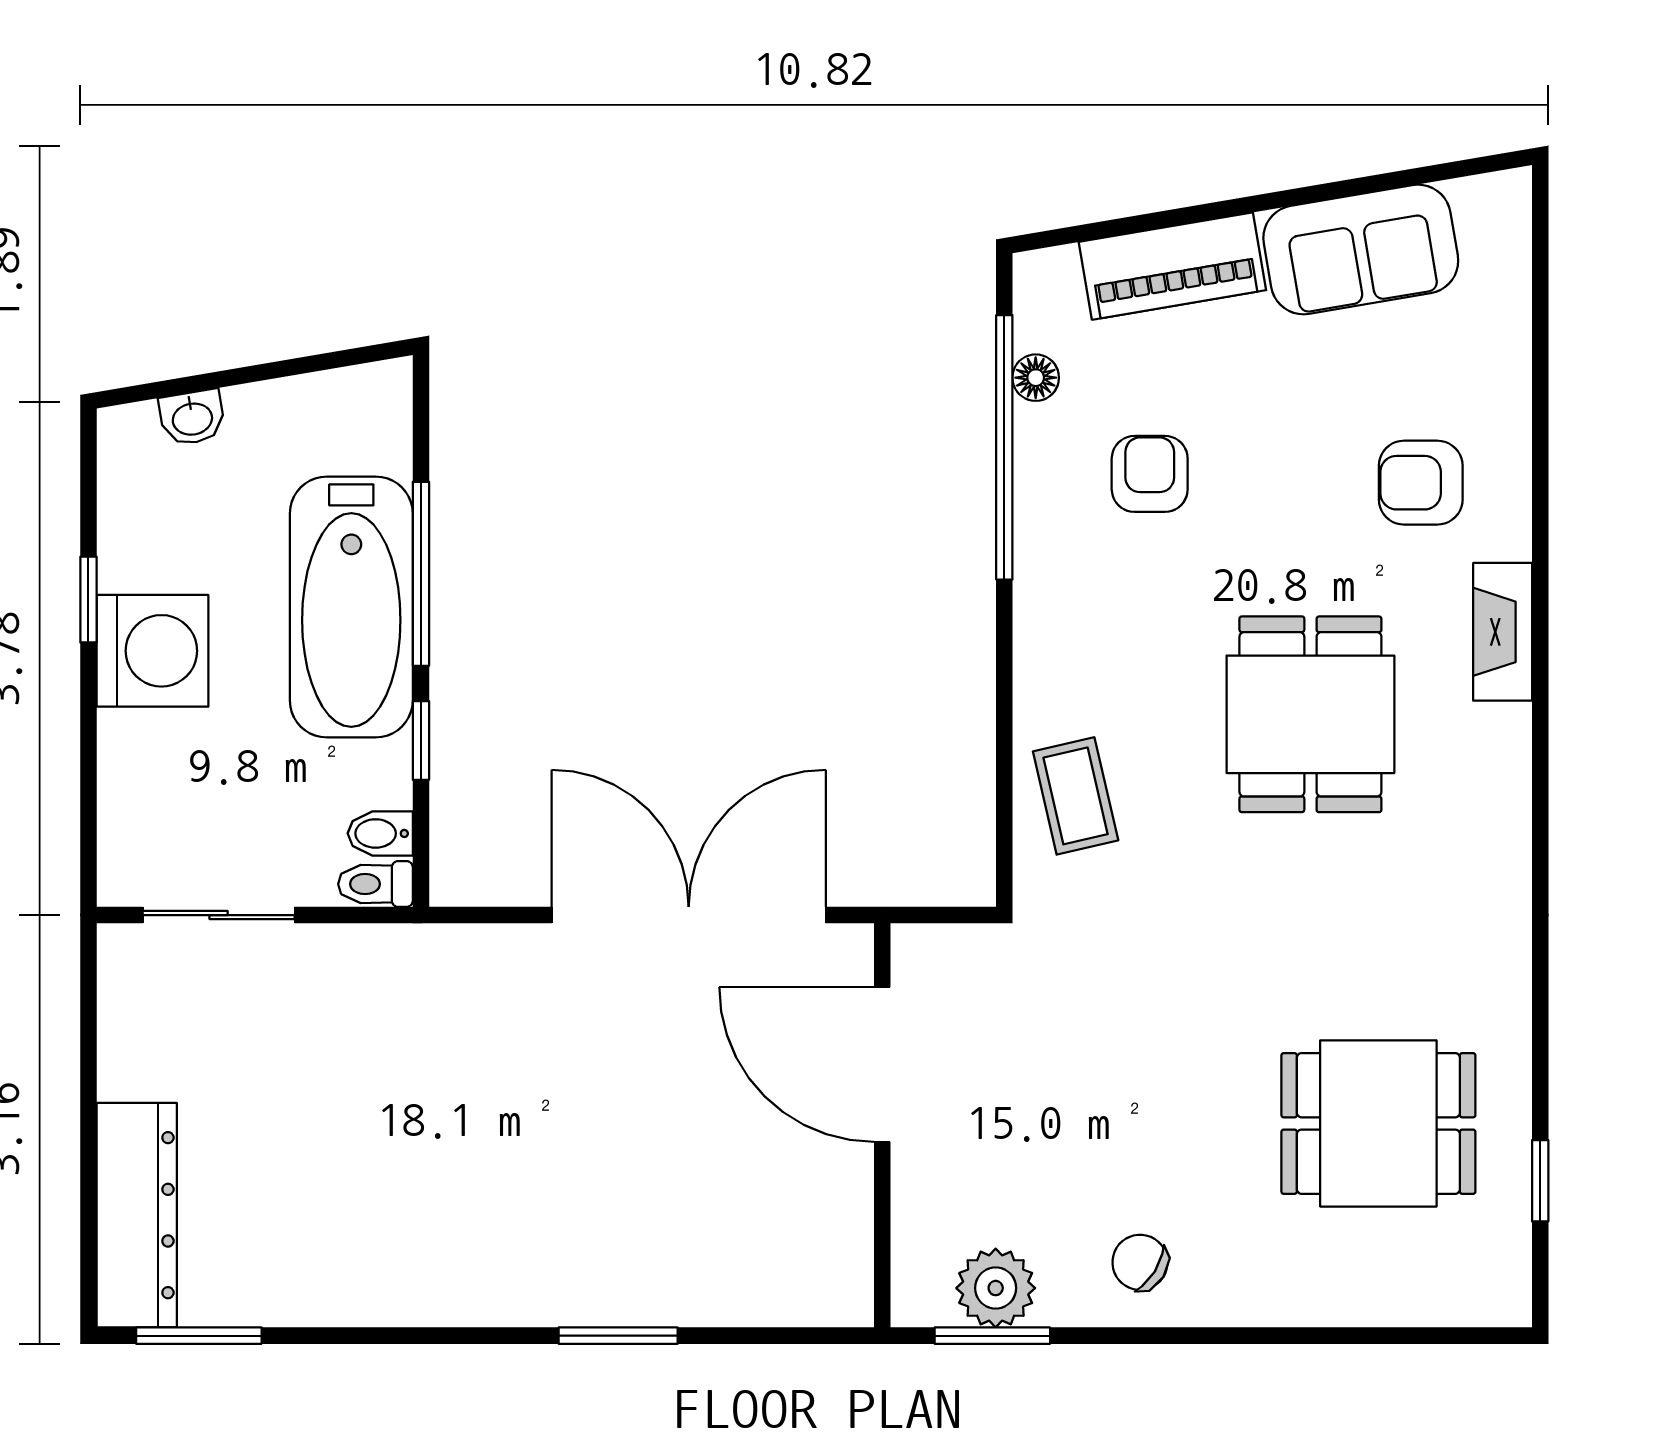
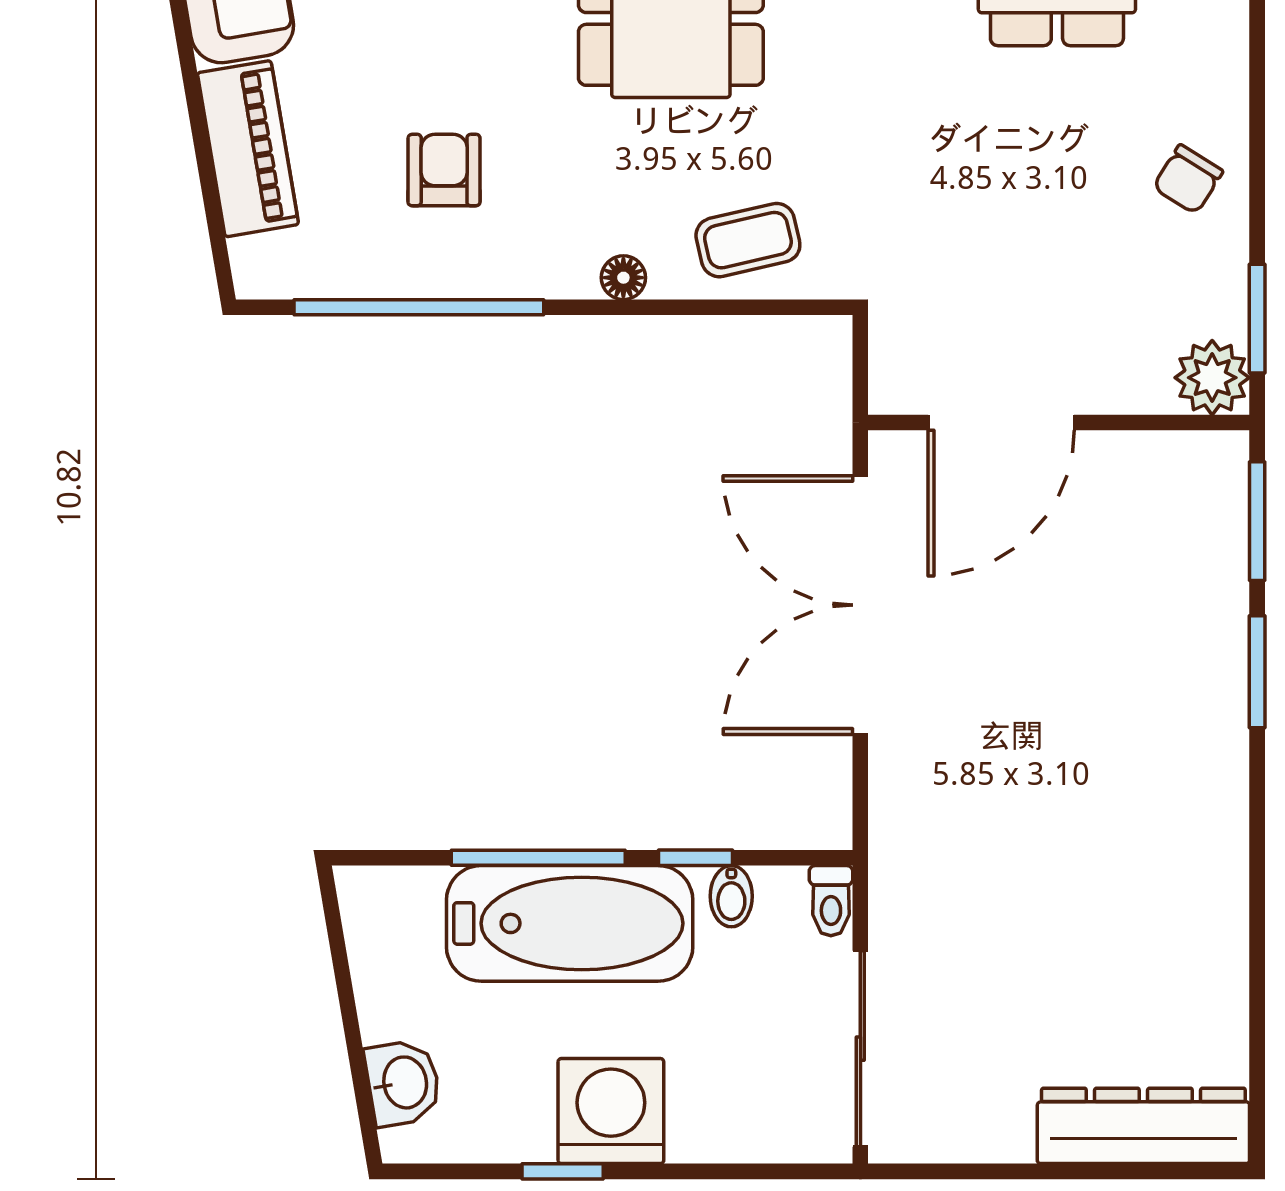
floor lamp: (1036, 378) -> (623, 278), moved
washbasin: (192, 418) -> (403, 1083), width x1.38, depth x1.45
armchair: (1150, 474) -> (444, 170), turned 90
bidet: (380, 833) -> (731, 896), moved
sliding door: (219, 915) -> (860, 1049), width x1.37
plant: (996, 1288) -> (1212, 378), moved
window: (199, 1336) -> (1257, 521), moved

